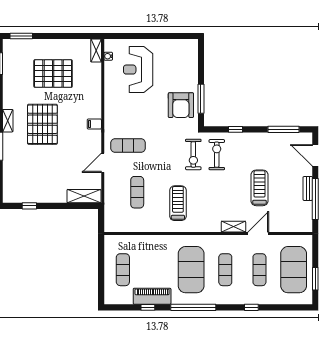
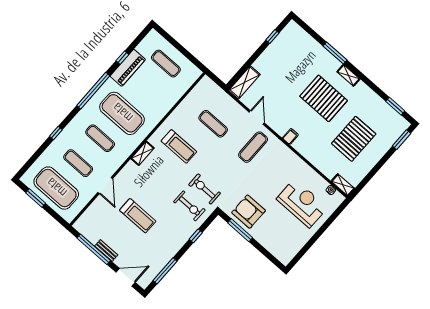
shelving: (233, 227) -> (142, 153), moved

